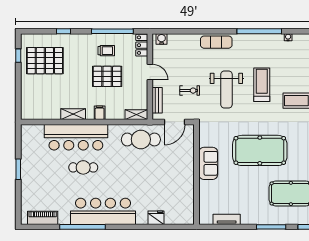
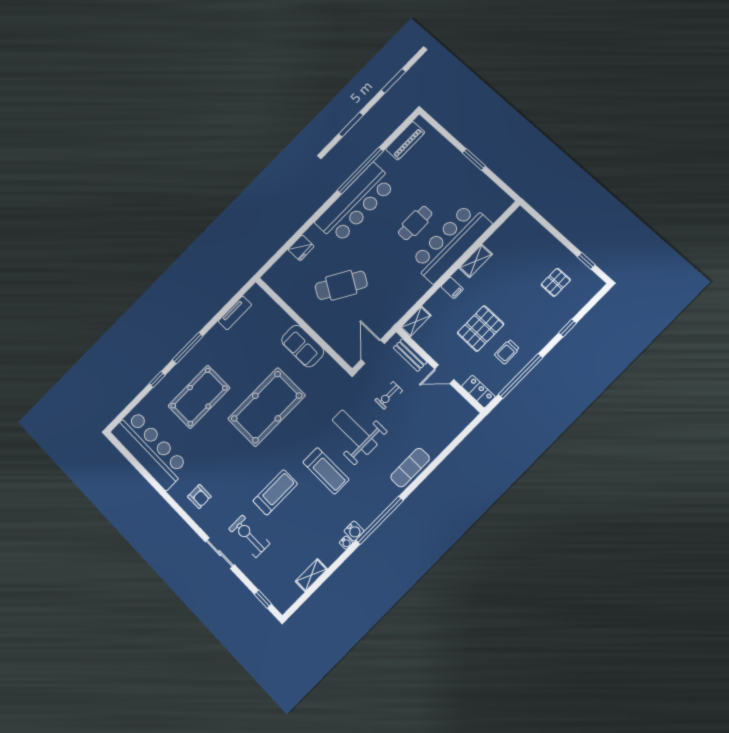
water cooler: (162, 39) -> (354, 531), moved
pallet: (45, 61) -> (556, 282), width x0.49, depth x0.50
cafe table: (141, 139) -> (341, 285), moved, turned 31

